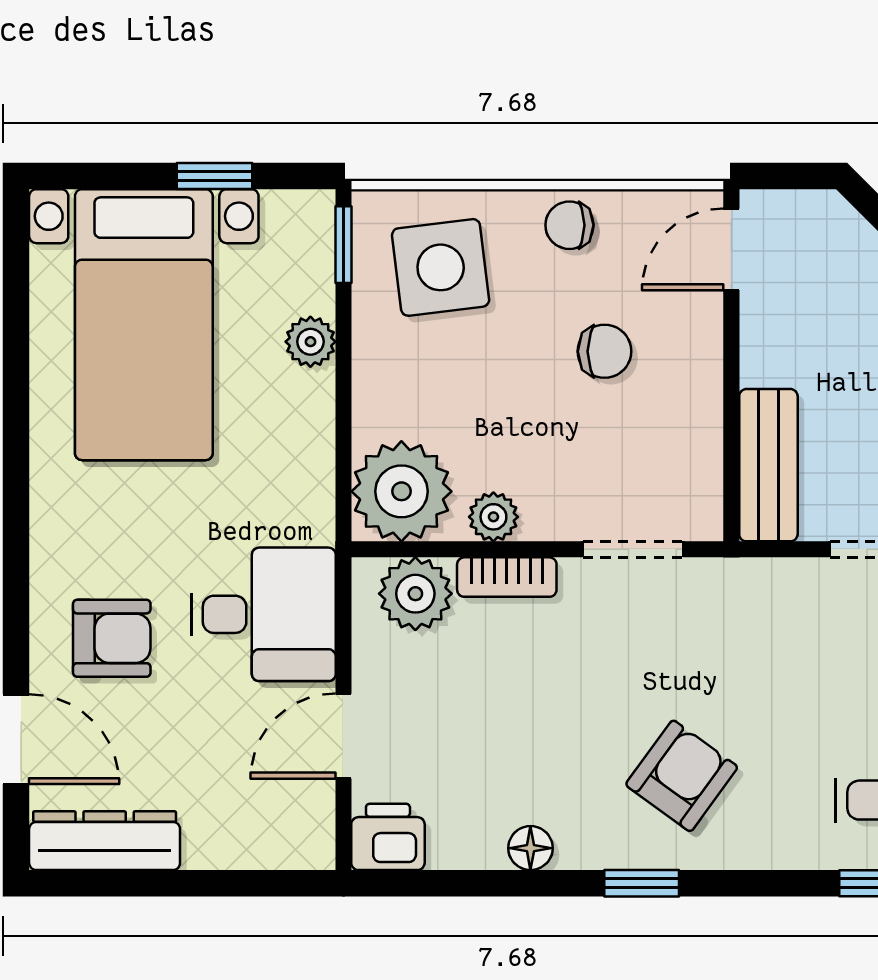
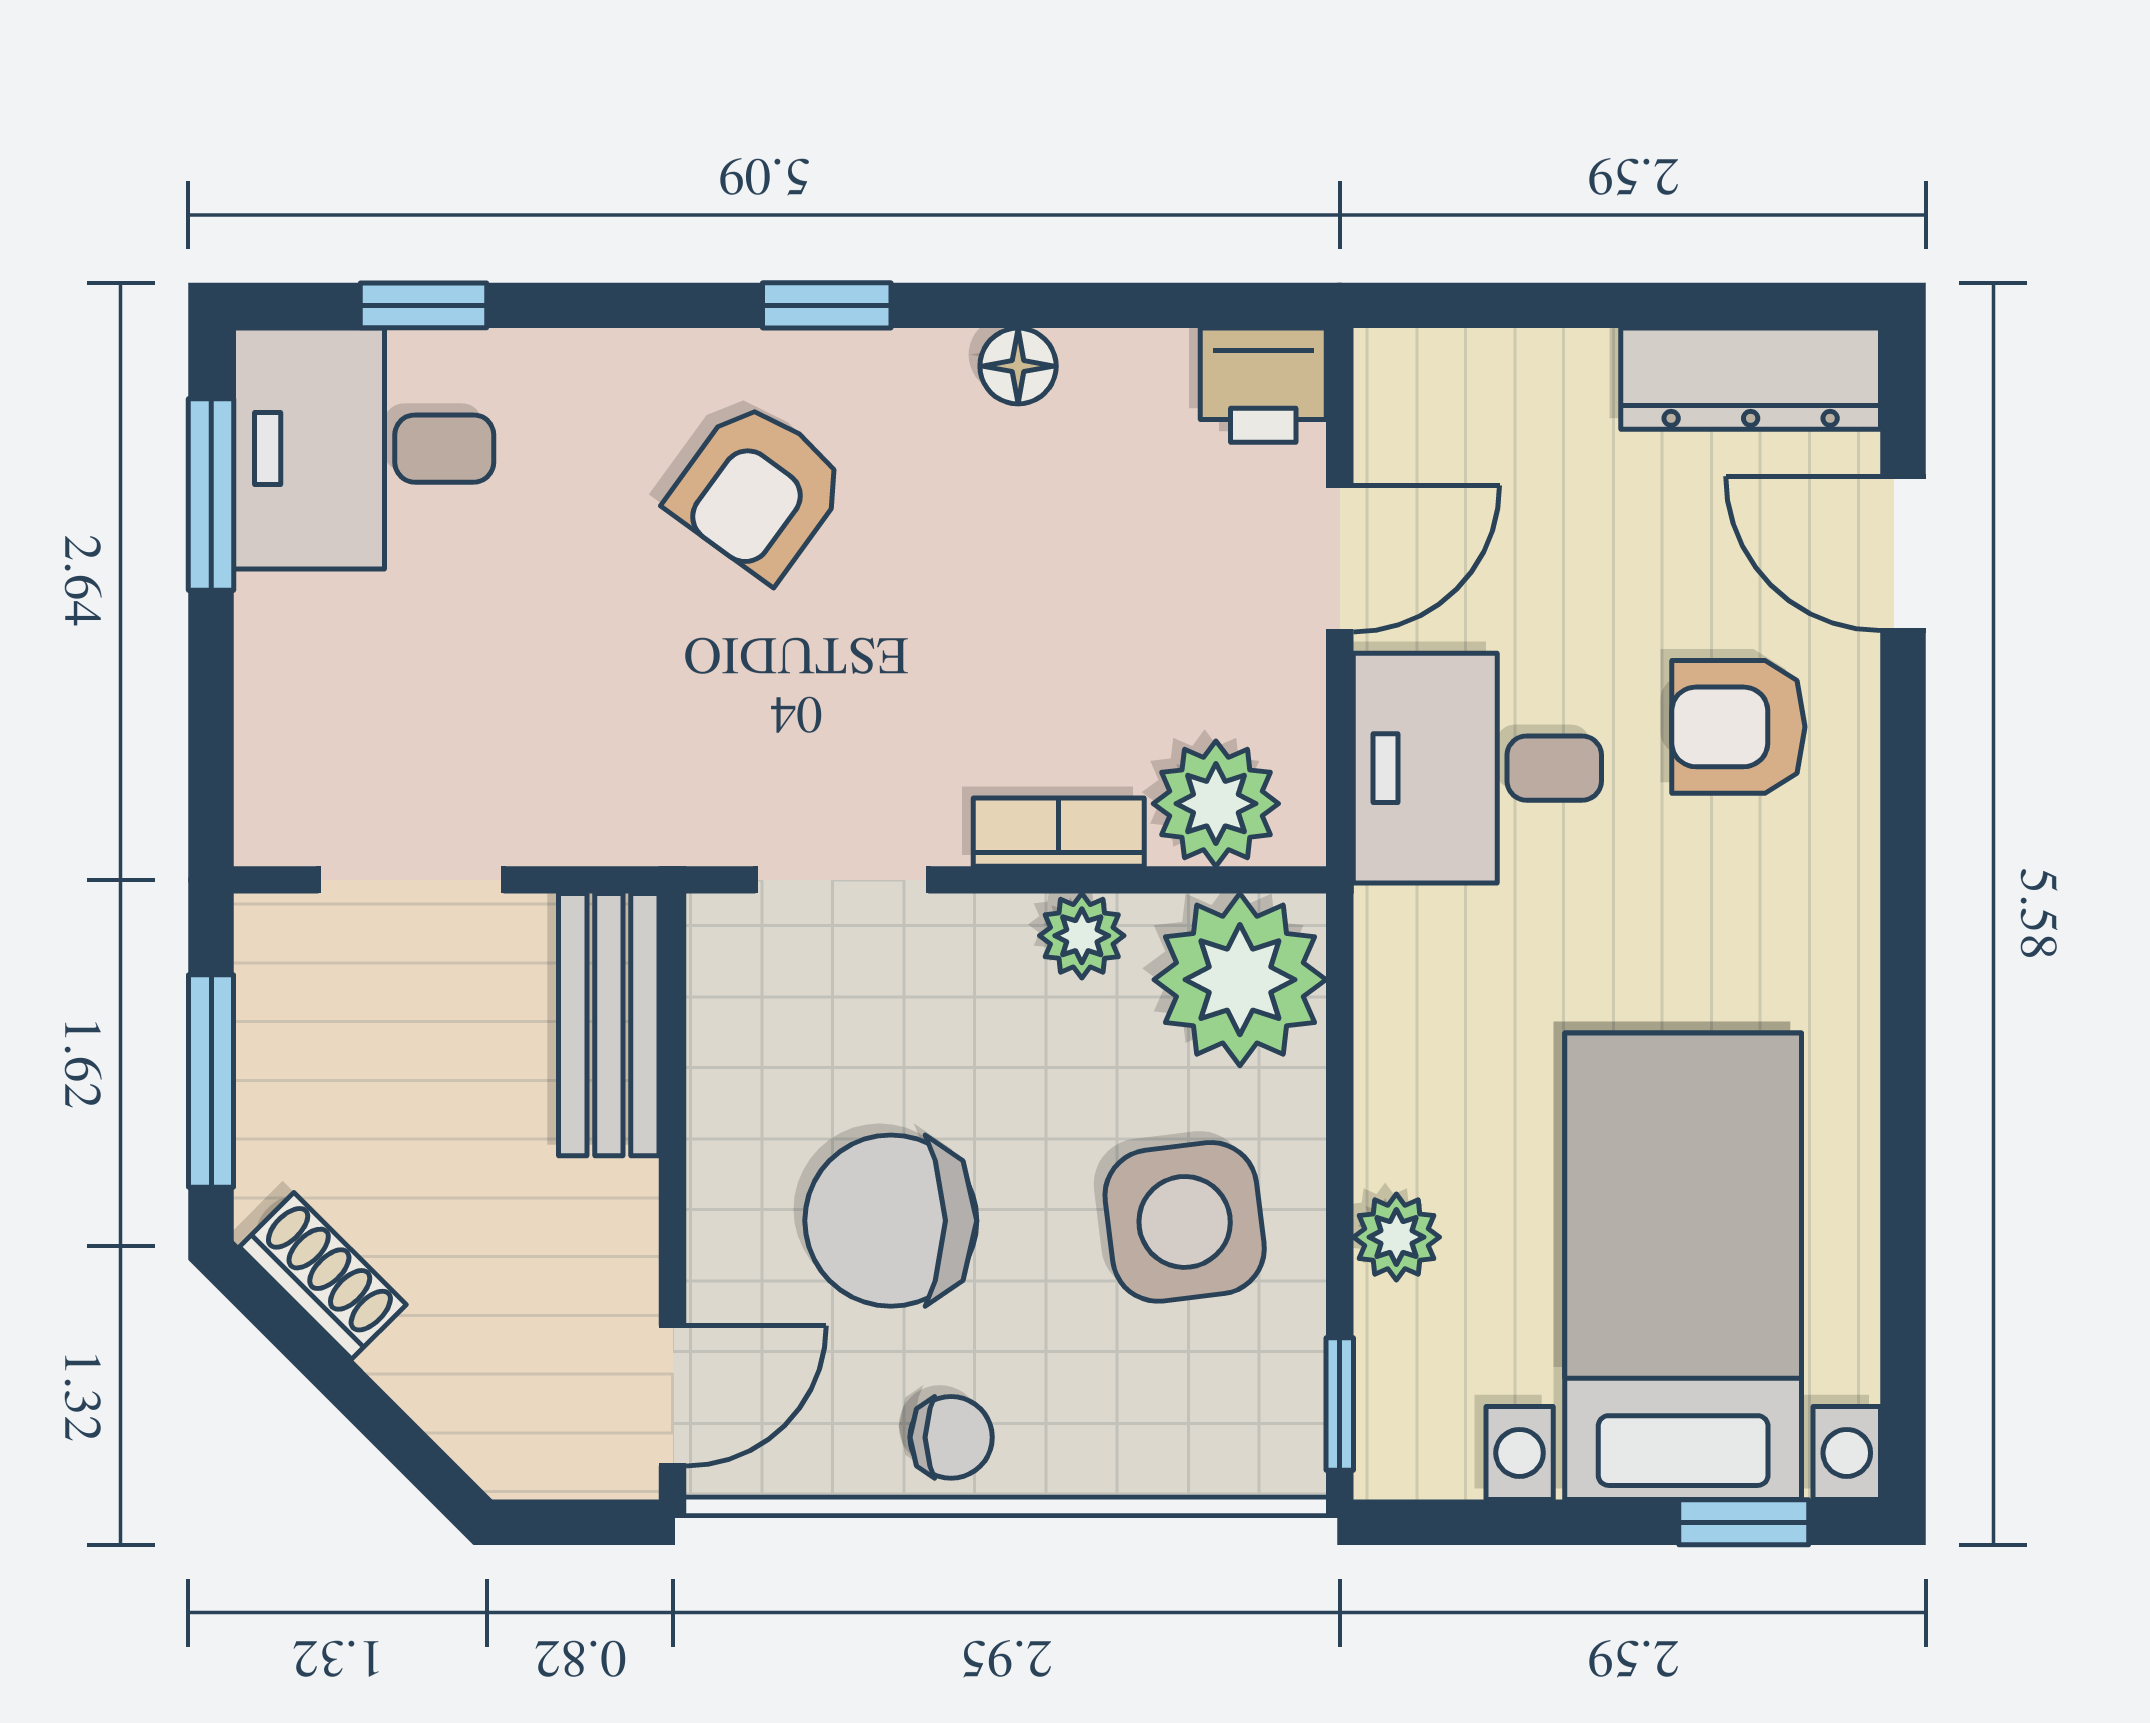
window: (214, 176) -> (1744, 1522), moved
side table: (441, 267) -> (1185, 1222), moved
chair: (604, 351) -> (891, 1221), width x1.87, depth x1.87

